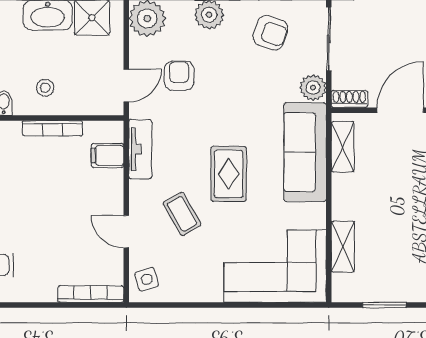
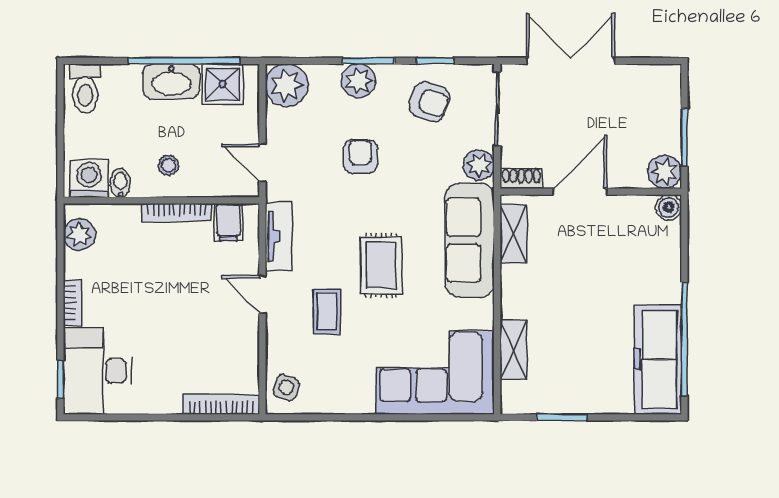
armchair: (179, 76) -> (360, 156), moved
door: (126, 85) -> (262, 163), swing flipped
filing cabinet: (107, 156) -> (228, 222), moved, turned -90
coffee table: (182, 214) -> (327, 312), turned 30
door: (126, 232) -> (262, 294), moved
side table: (147, 279) -> (286, 387), turned 33

